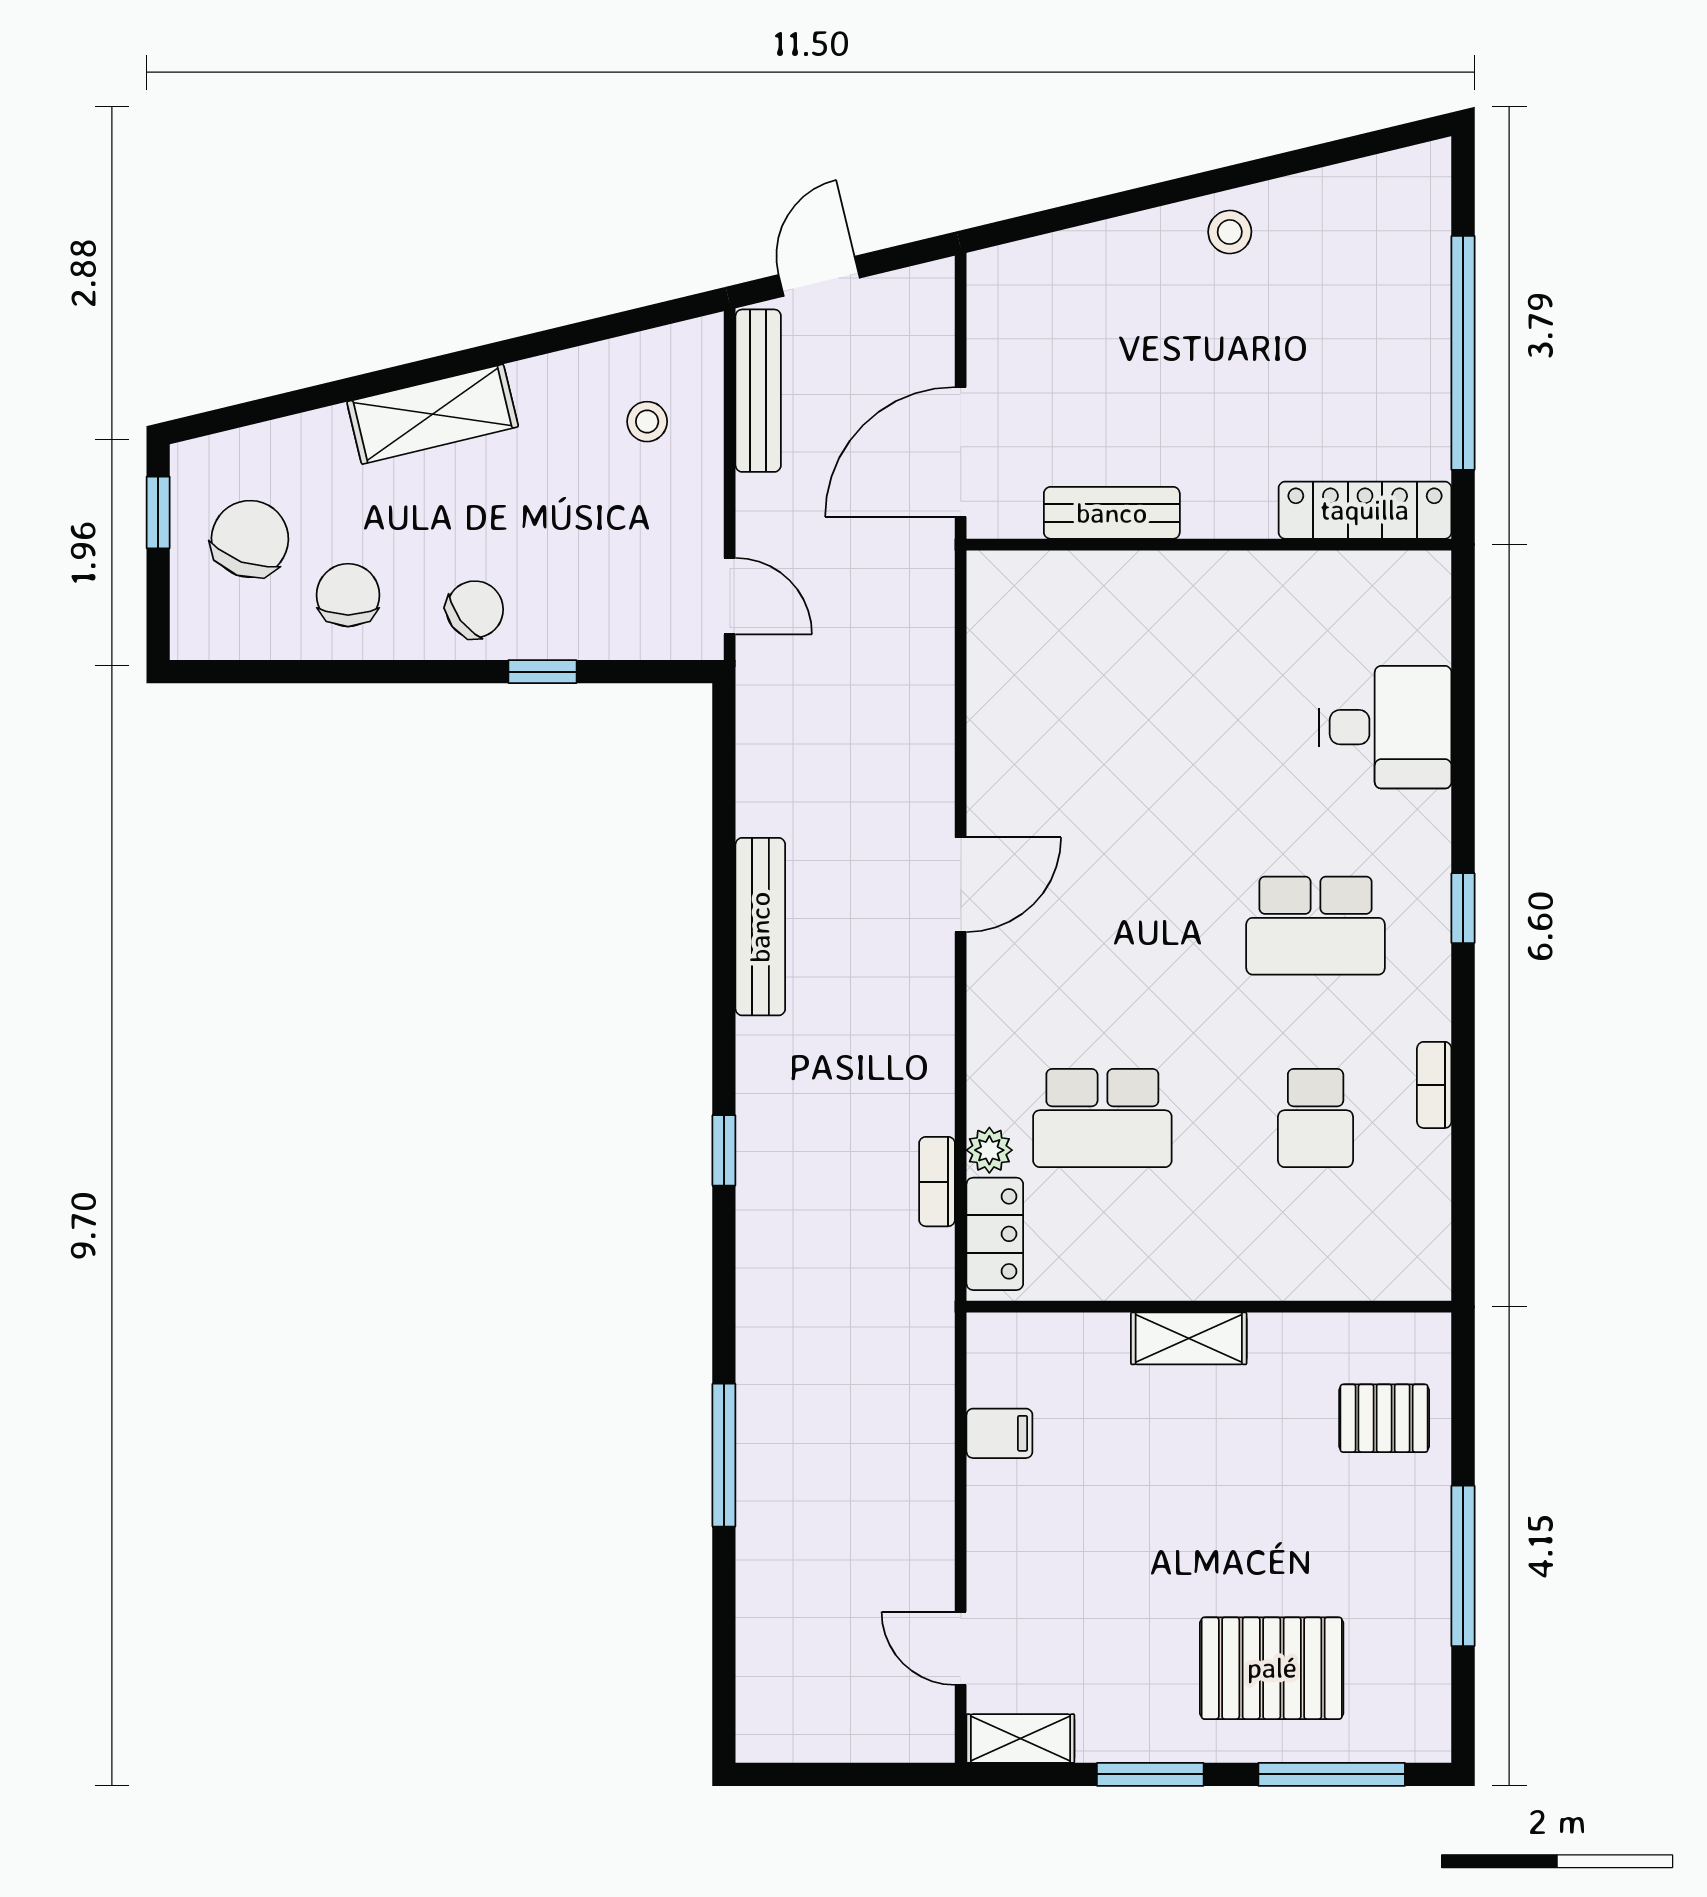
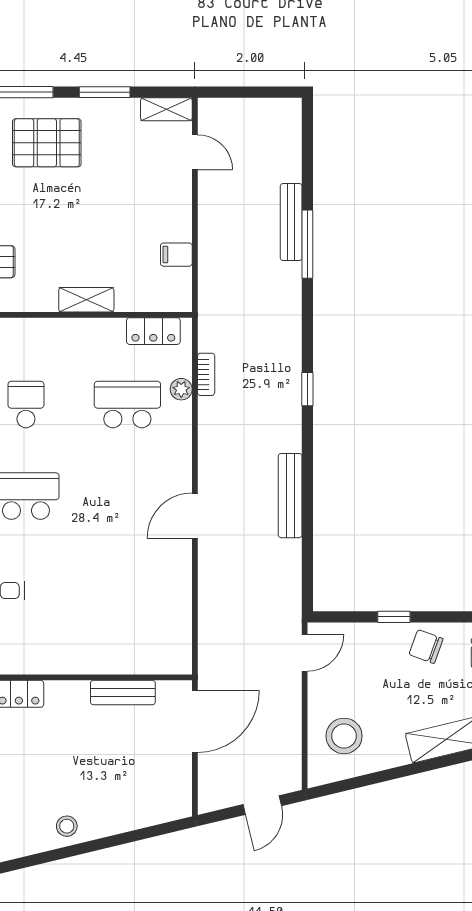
bench: (758, 391) -> (291, 222), moved
stool: (647, 422) -> (344, 736), width x1.89, depth x1.89
door: (730, 596) -> (305, 653), swing flipped
chair: (475, 609) -> (426, 647), turned 57
locker: (995, 1234) -> (153, 331), moved, turned -90

